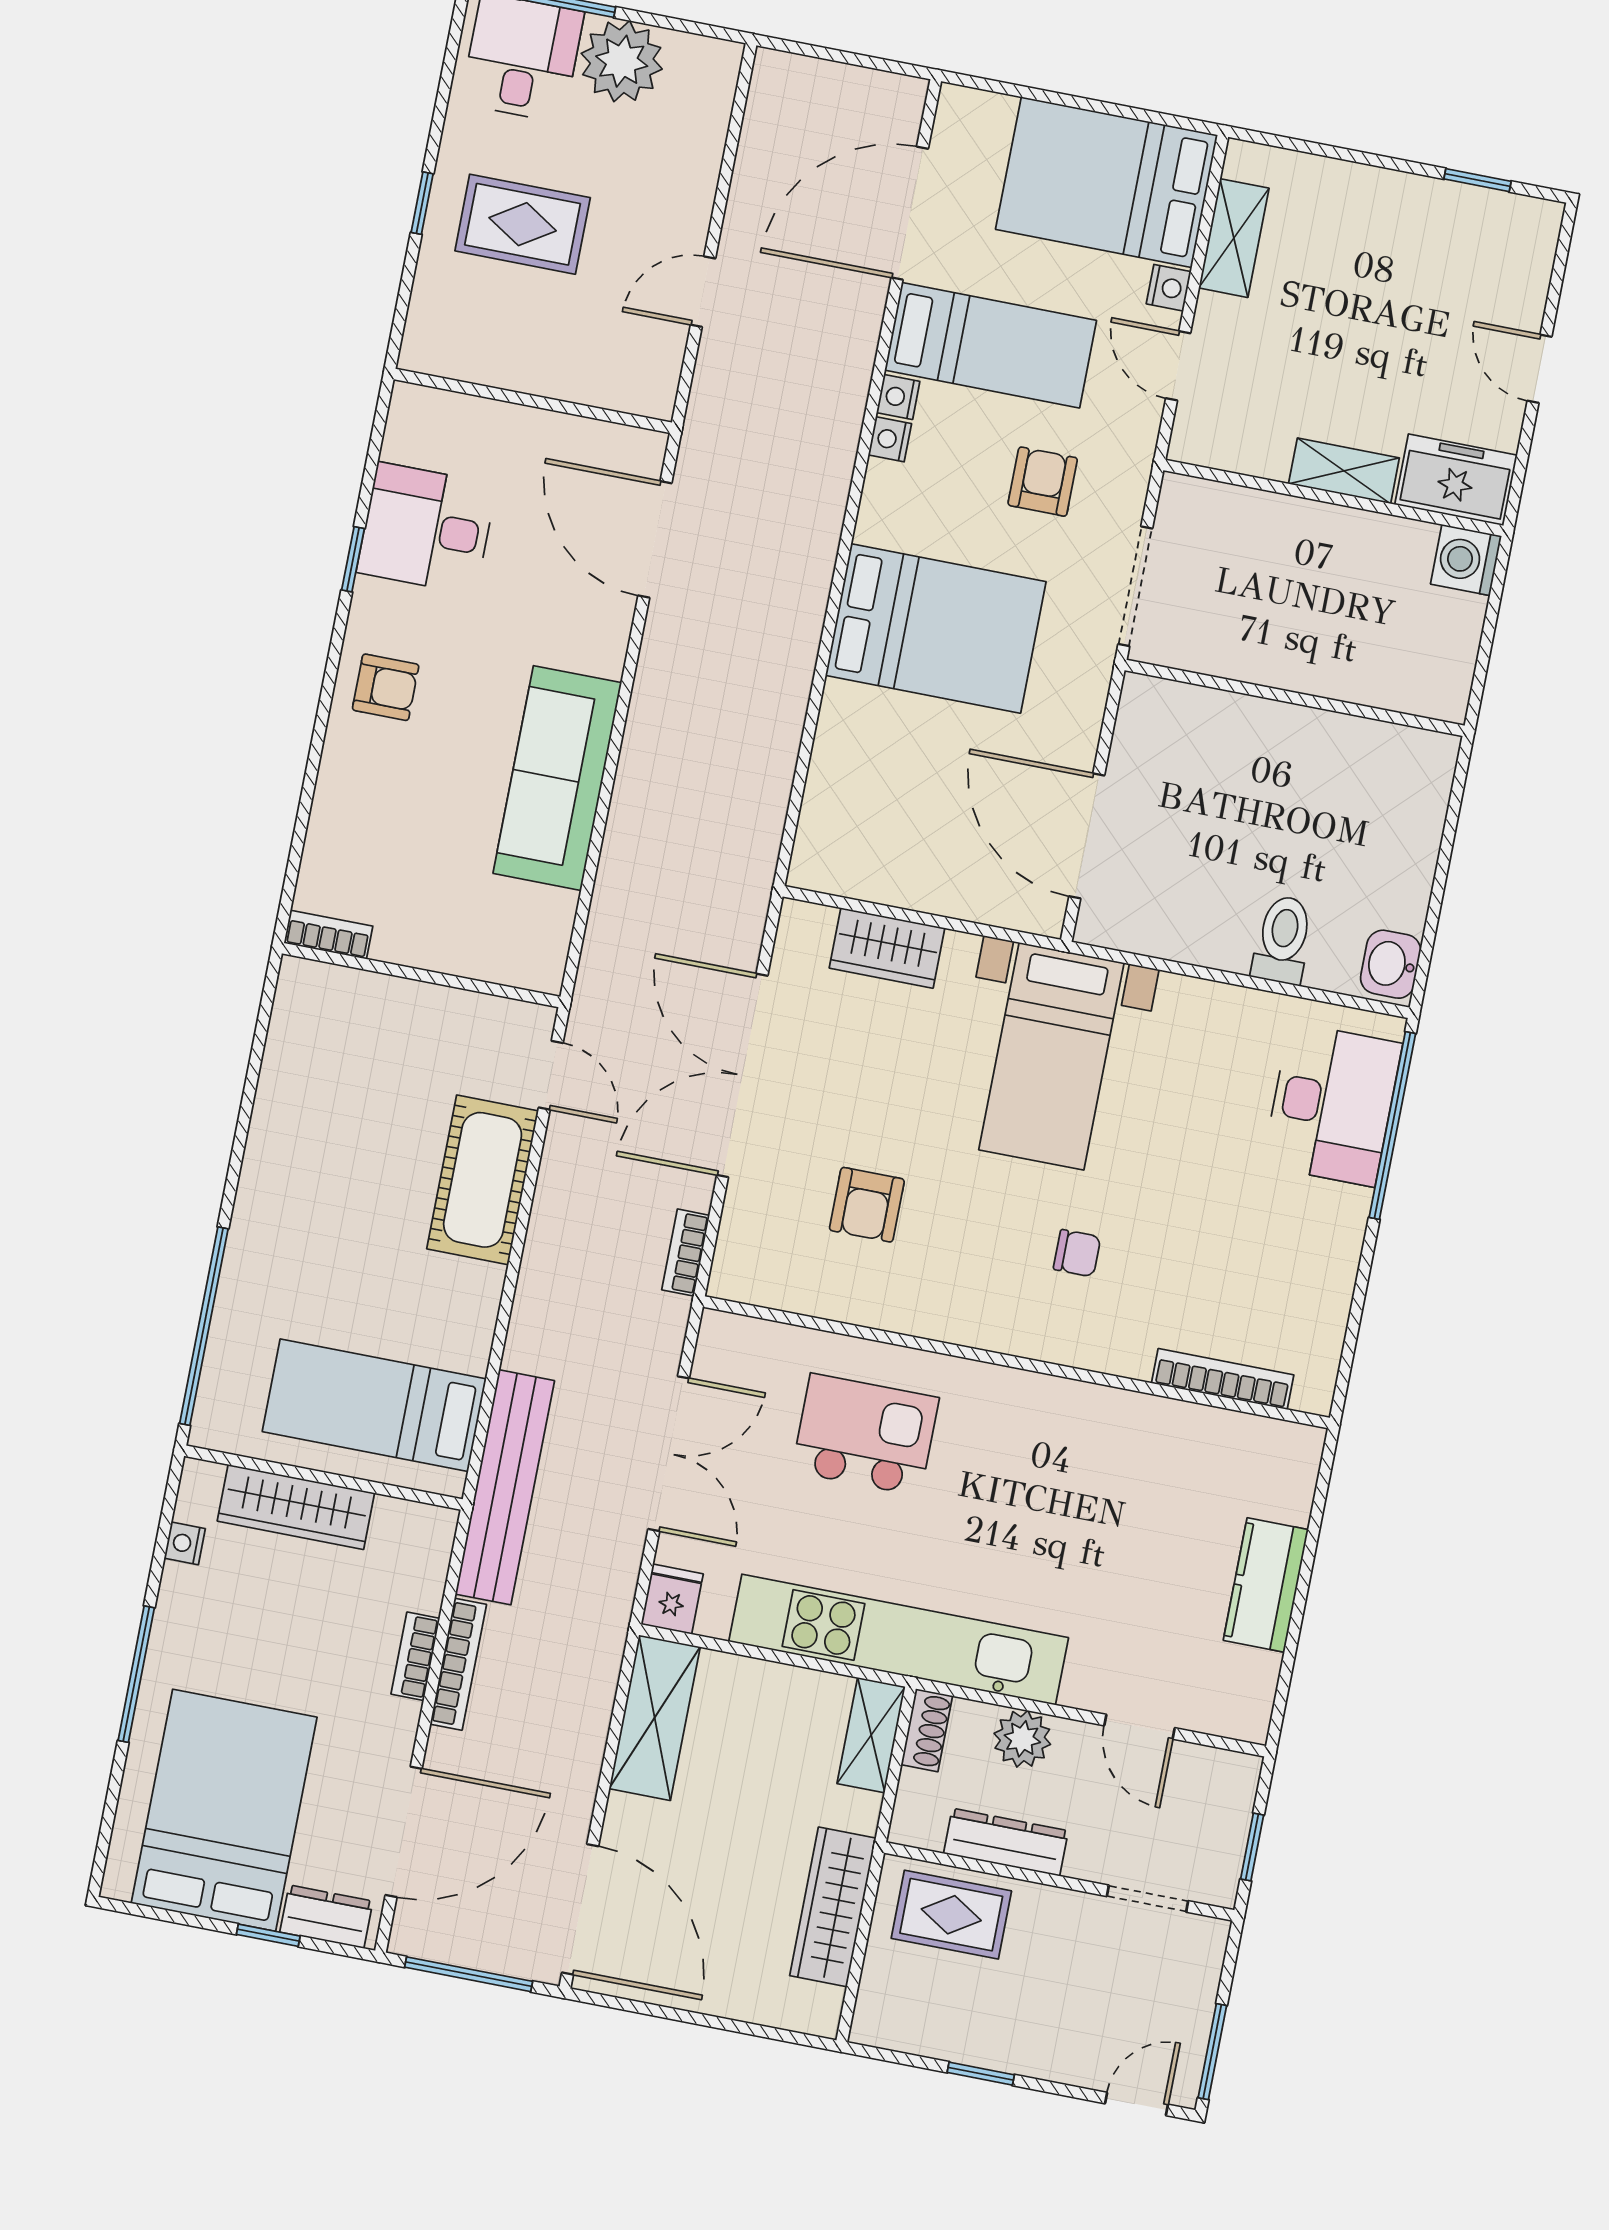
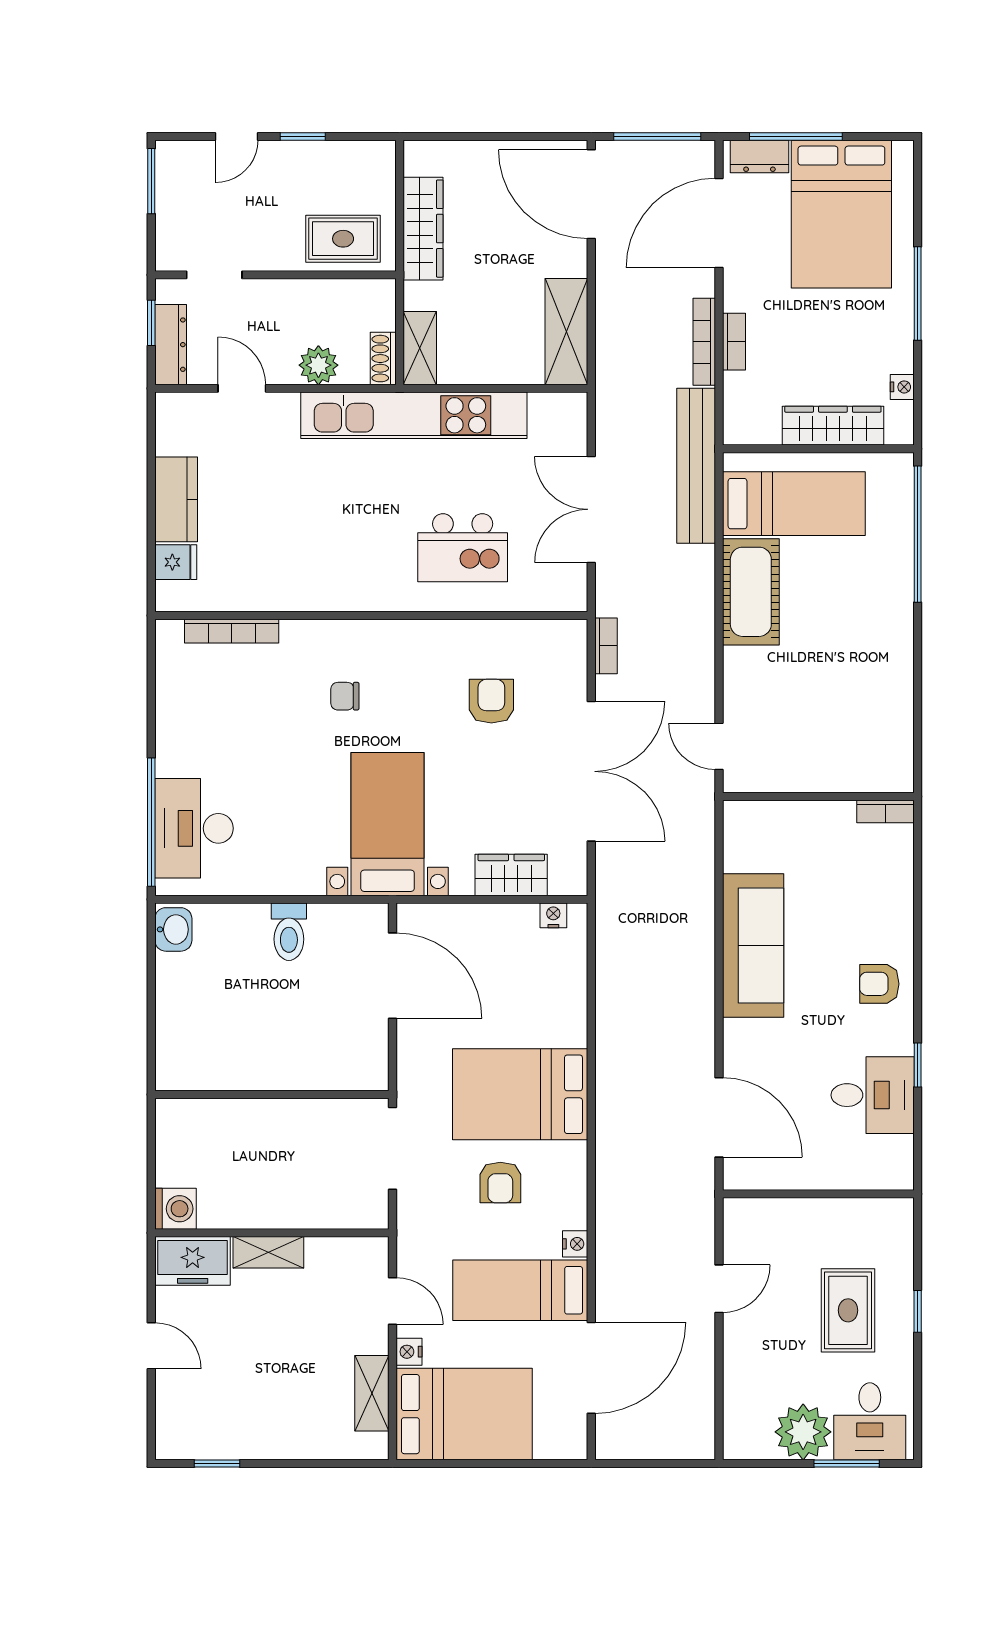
rug: (523, 224) -> (848, 1310), turned 90
nightstand: (890, 439) -> (553, 915), moved, turned -90
armchair: (1043, 482) -> (500, 1183), moved
toilet: (1283, 940) -> (289, 932), moved
cot: (483, 1180) -> (751, 592), moved
fridge: (672, 1599) -> (176, 562), moved, turned -90
dresser: (1006, 1842) -> (171, 345), moved, turned -90
window: (268, 1935) -> (796, 136), width x2.17
door: (1137, 2104) -> (237, 136), moved

